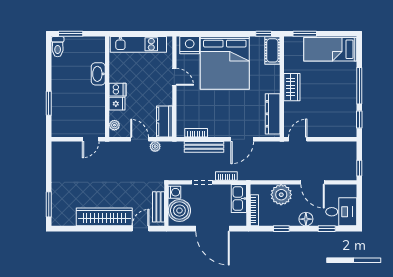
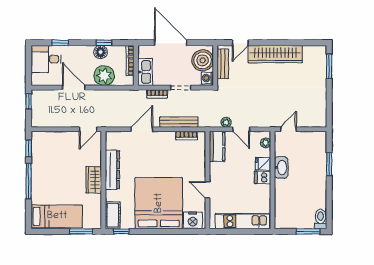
washbasin: (98, 74) -> (281, 167), moved
dresser: (273, 114) -> (112, 170), moved
floor lamp: (306, 219) -> (101, 52), moved

